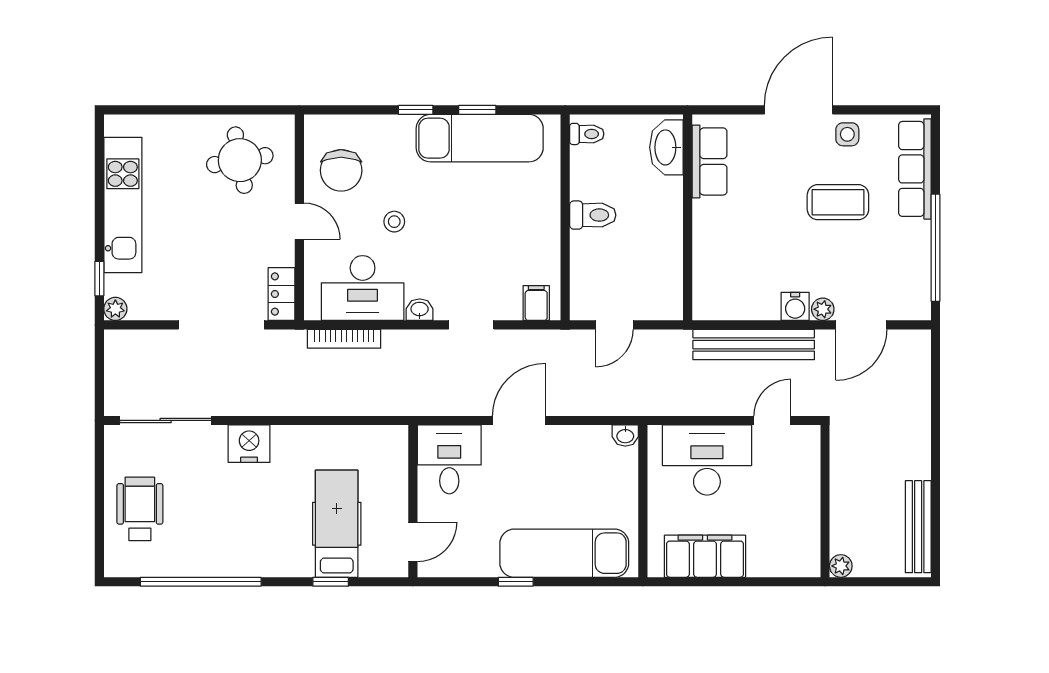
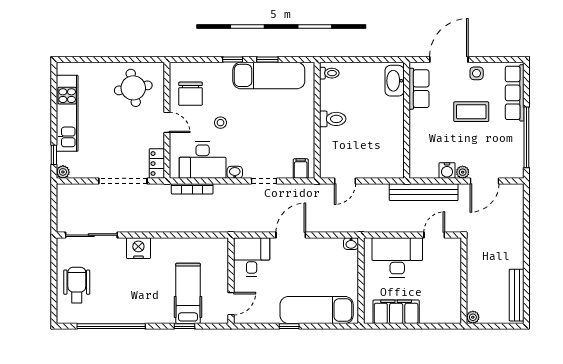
washbasin: (666, 147) -> (395, 81), moved
row of seats: (710, 161) -> (419, 89), moved
wall: (688, 217) -> (407, 120), moved

